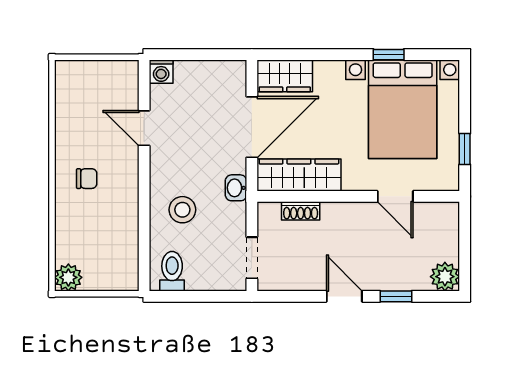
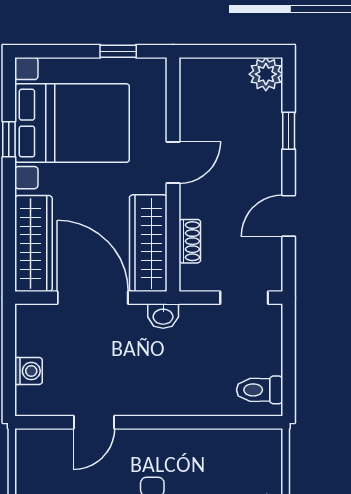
washing machine: (161, 72) -> (29, 371), moved
wardrobe: (285, 76) -> (33, 243), width x1.50
door: (395, 196) -> (173, 163), moved
stool: (182, 210) -> (188, 378), removed
door: (344, 296) -> (289, 216), moved

